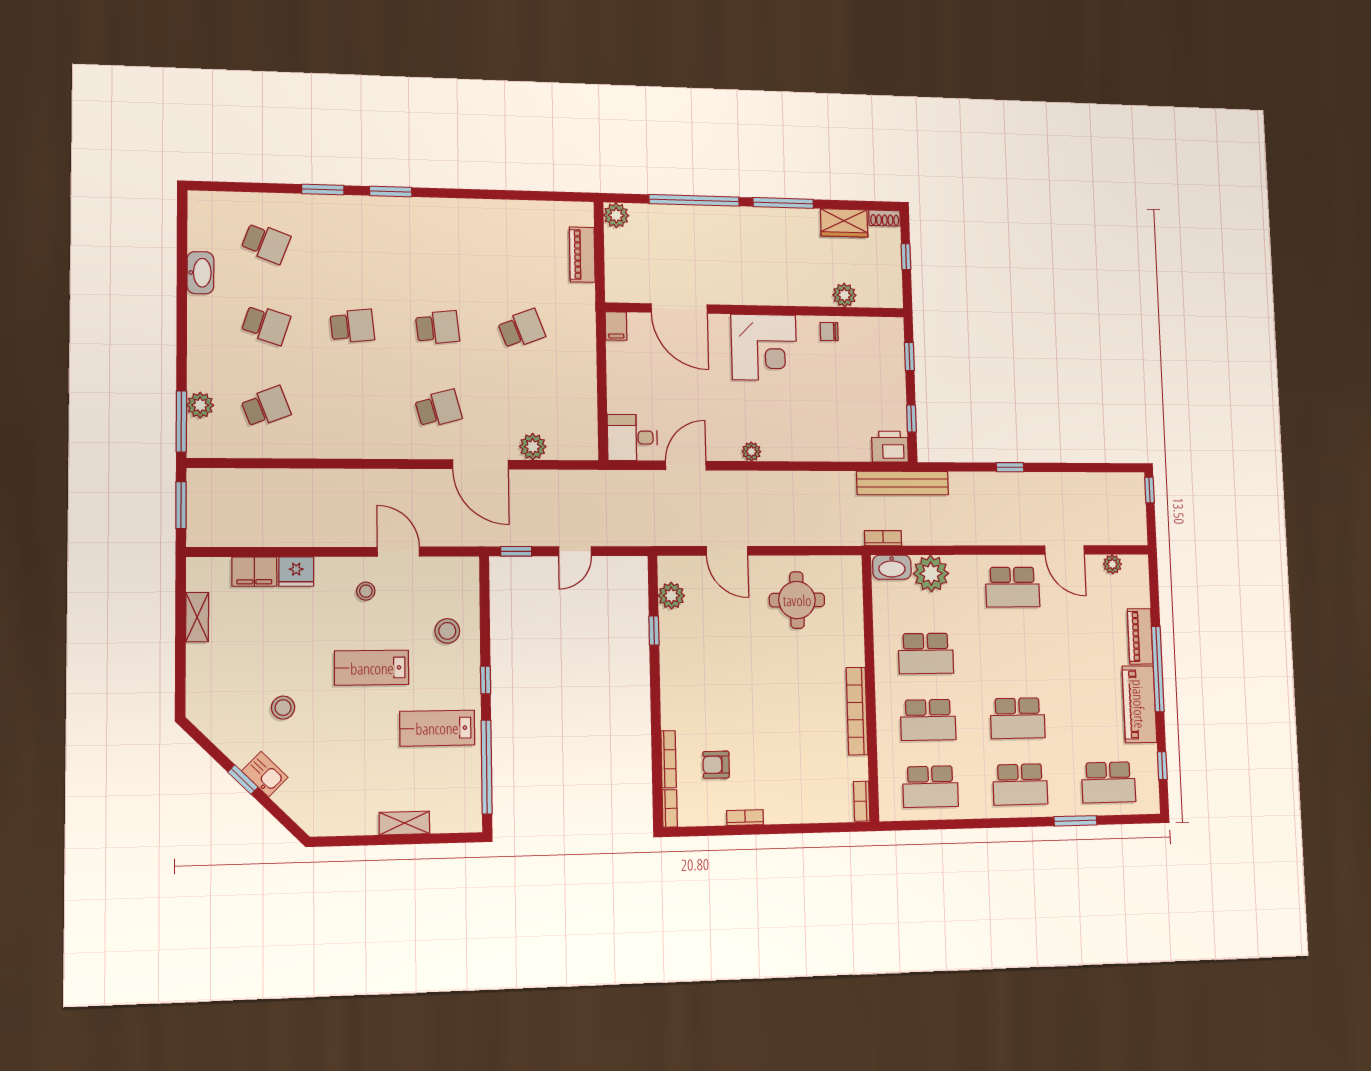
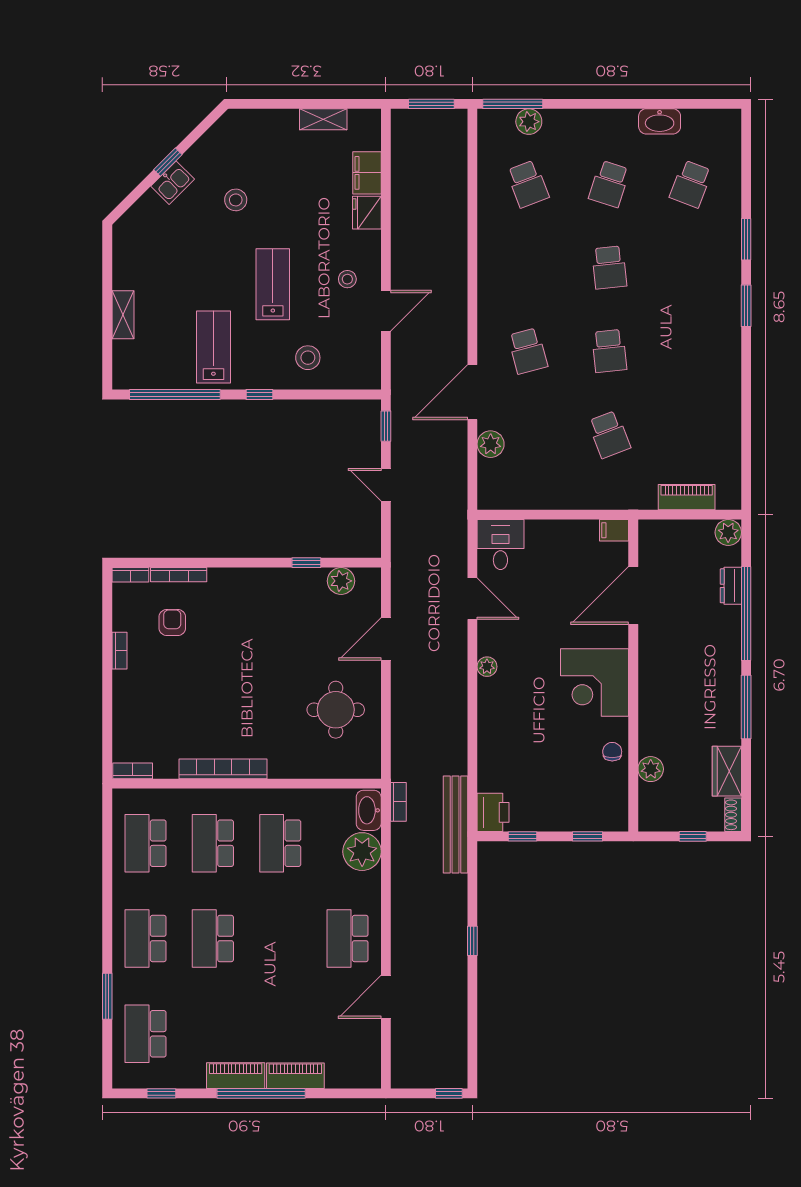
dresser: (668, 214) -> (731, 586), added
plant: (1112, 564) -> (371, 1049), removed
piano: (1139, 704) -> (236, 1076), width x0.73, depth x0.75

